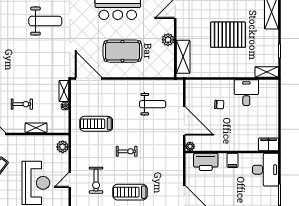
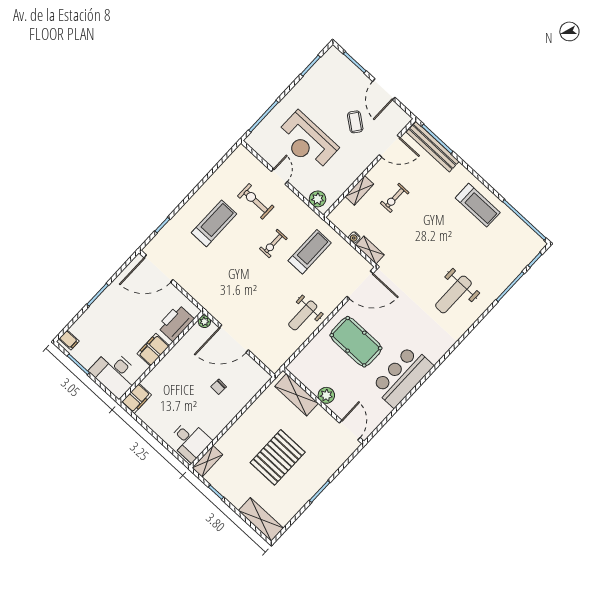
pool table: (123, 51) -> (356, 342), turned 90
desk: (246, 93) -> (190, 441), moved
weight bench: (153, 104) -> (303, 315), moved
exercise bike: (127, 151) -> (273, 244), moved
filing cabinet: (233, 160) -> (153, 350), width x2.00

